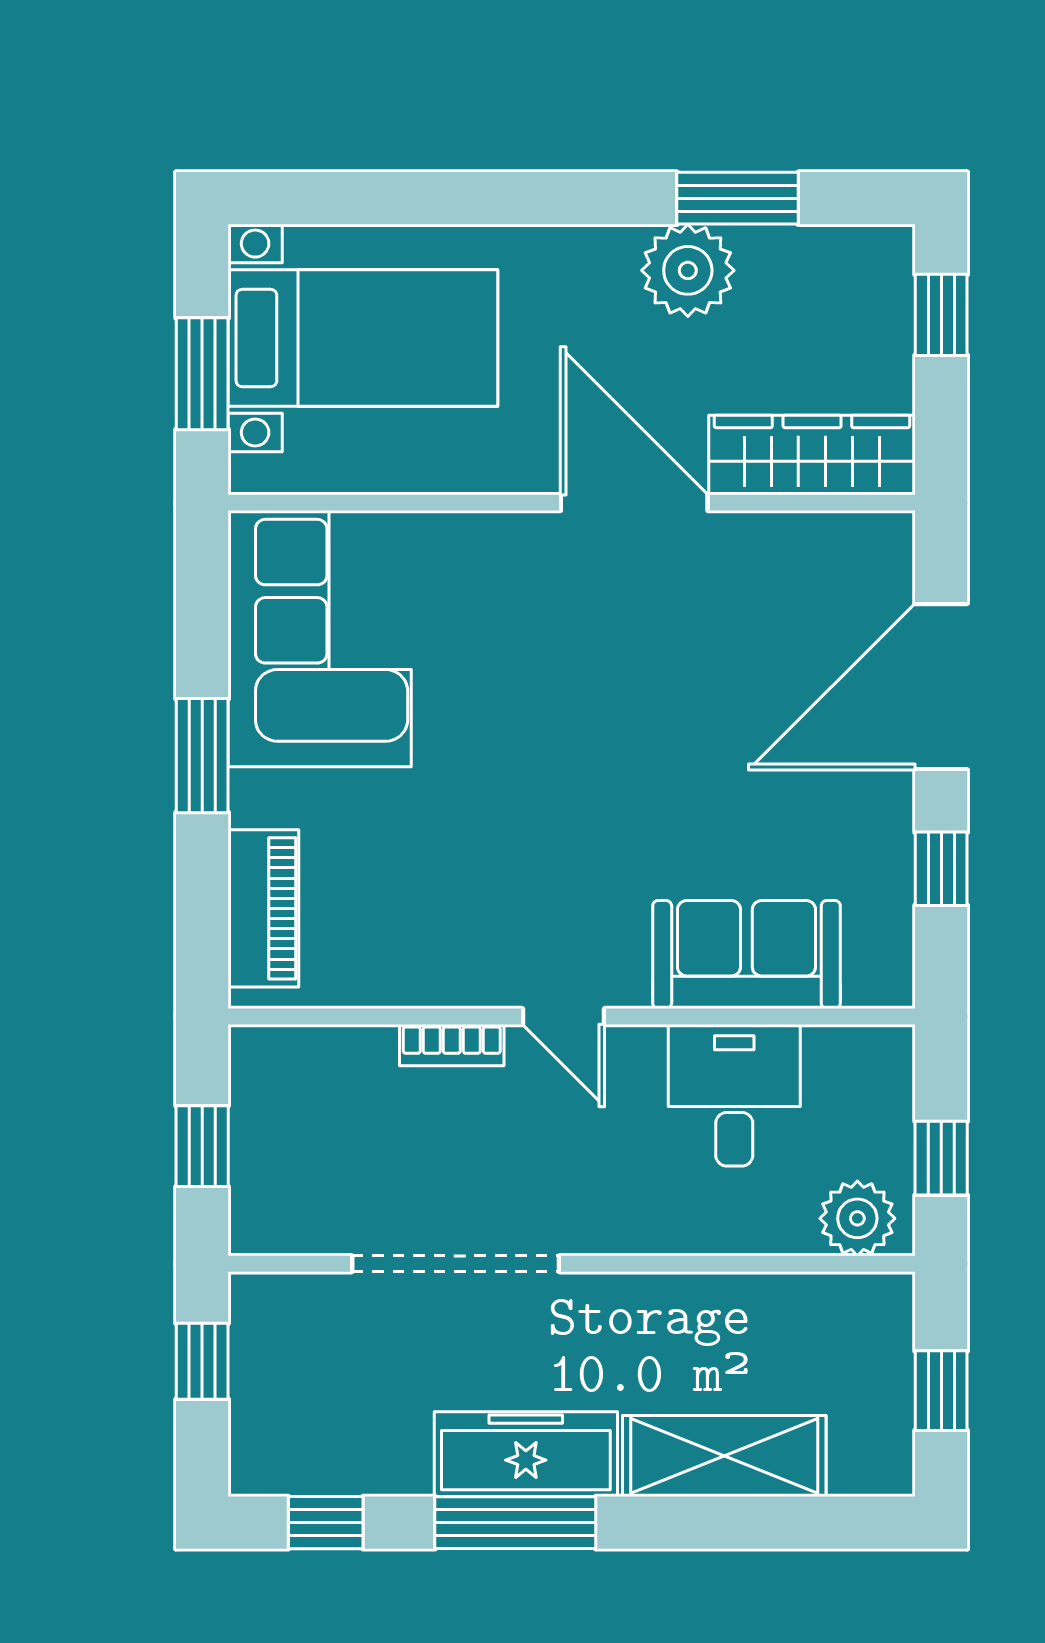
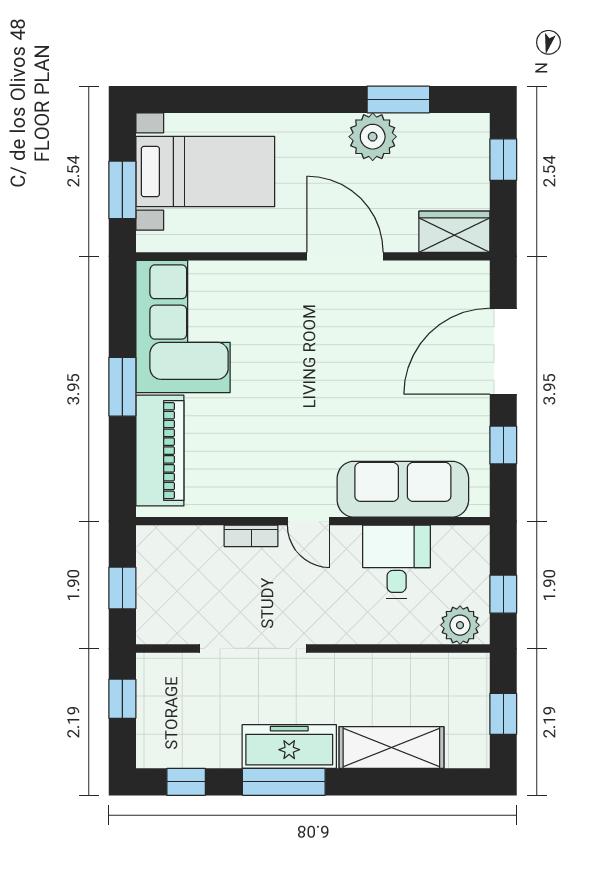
wardrobe: (812, 455) -> (454, 232), width x0.67
piano: (263, 908) -> (160, 451), width x1.37, depth x1.33
sofa: (746, 955) -> (403, 489), width x1.36

